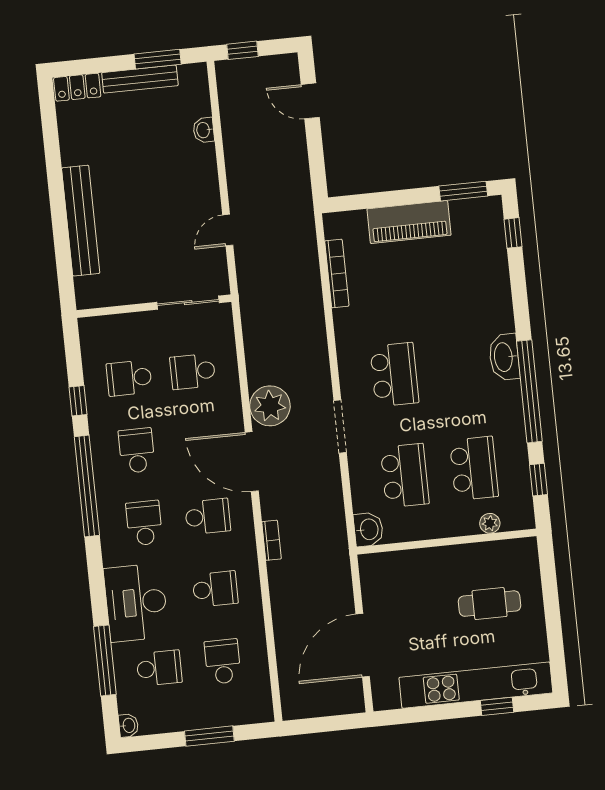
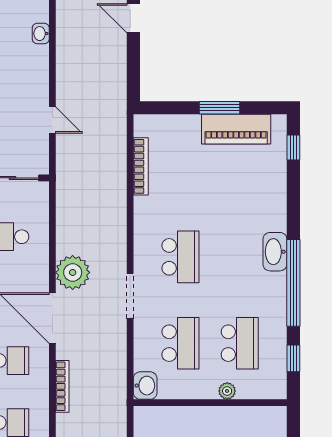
window: (463, 191) -> (219, 108), moved
piano: (409, 222) -> (236, 129), moved
door: (228, 230) -> (52, 120), swing flipped
plant: (490, 523) -> (227, 391), moved
bookcase: (272, 540) -> (62, 386), width x1.56

